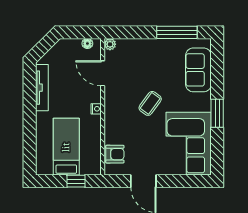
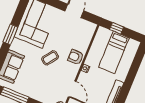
armchair: (115, 154) -> (76, 57), moved

